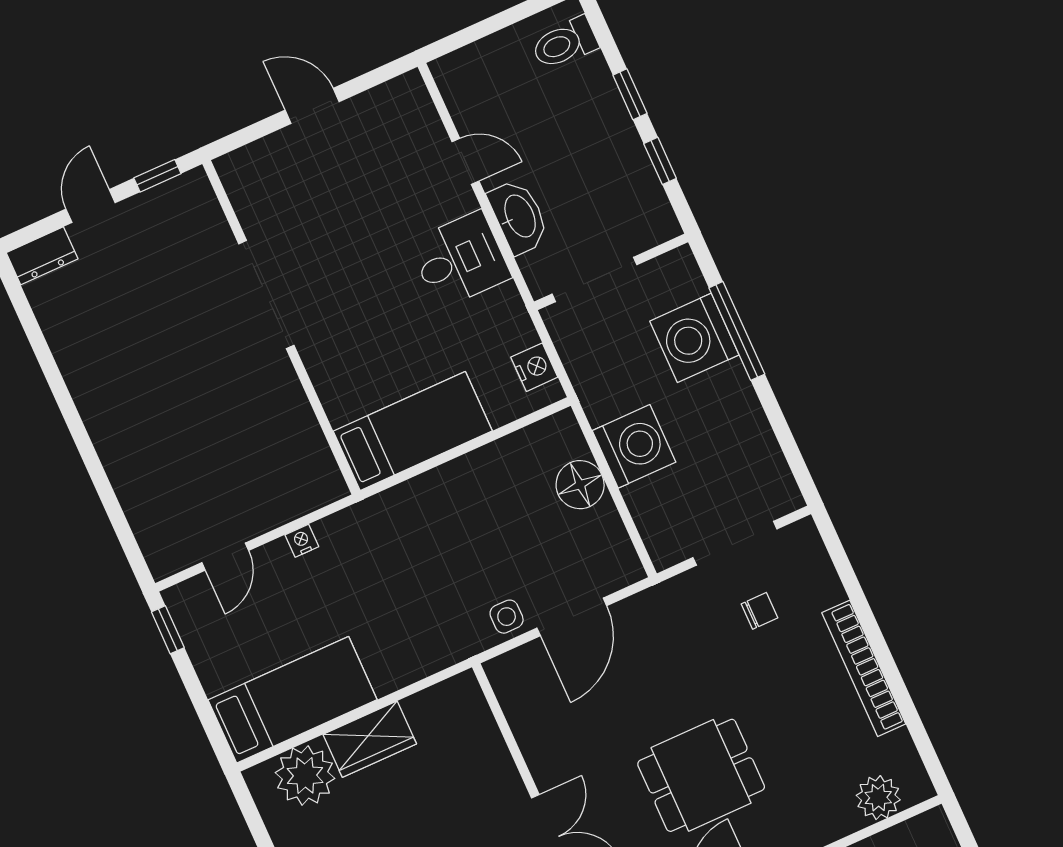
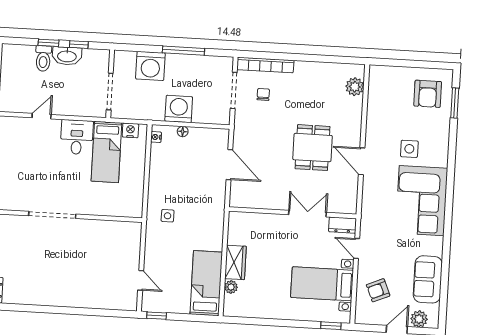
toilet: (565, 43) -> (43, 59), moved
washbasin: (519, 217) -> (67, 56), moved, turned 180
window: (737, 331) -> (183, 51), moved
bed: (413, 431) -> (106, 152), moved, turned 180
floor lamp: (580, 485) -> (183, 131), width x0.53, depth x0.53
nightstand: (302, 541) -> (156, 137), moved
side table: (507, 617) -> (168, 216), moved
bookcase: (864, 668) -> (265, 65), moved
plant: (305, 775) -> (231, 287), width x0.53, depth x0.53

